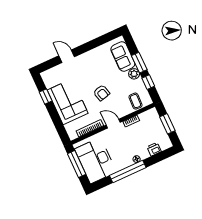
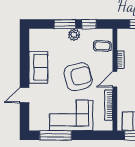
sofa: (123, 57) -> (38, 67), moved, turned -90
armchair: (102, 93) -> (78, 77), width x1.88, depth x1.88
window: (46, 97) -> (56, 135), width x2.17

